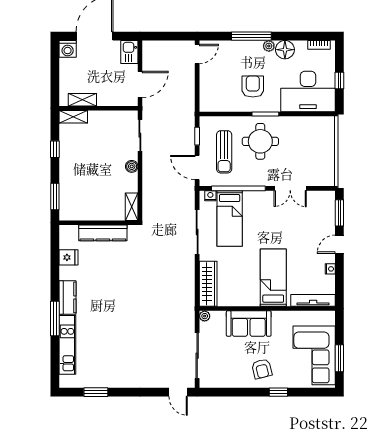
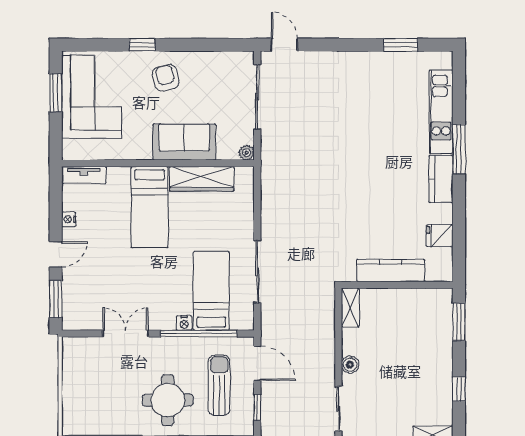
nightstand: (210, 196) -> (184, 323), moved
wardrobe: (208, 284) -> (202, 179), moved, turned -90
tv unit: (313, 300) -> (84, 175), width x0.71

